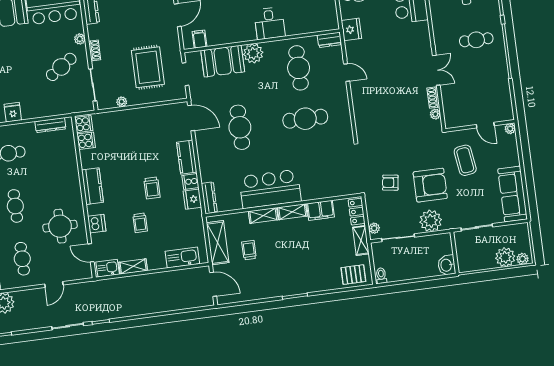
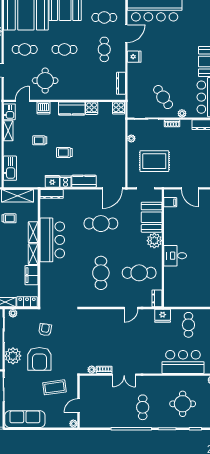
cooker: (86, 141) -> (92, 108), moved

